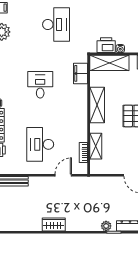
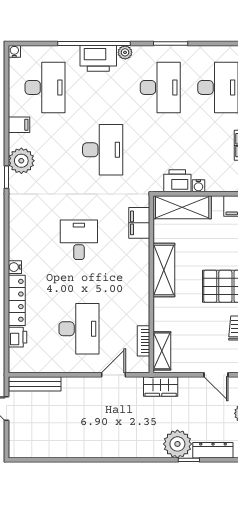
desk: (40, 144) -> (79, 329), turned 180
shelving: (96, 146) -> (162, 351), moved
wardrobe: (54, 224) -> (161, 386), moved, turned 180
plant: (106, 226) -> (177, 444), width x1.88, depth x1.88

